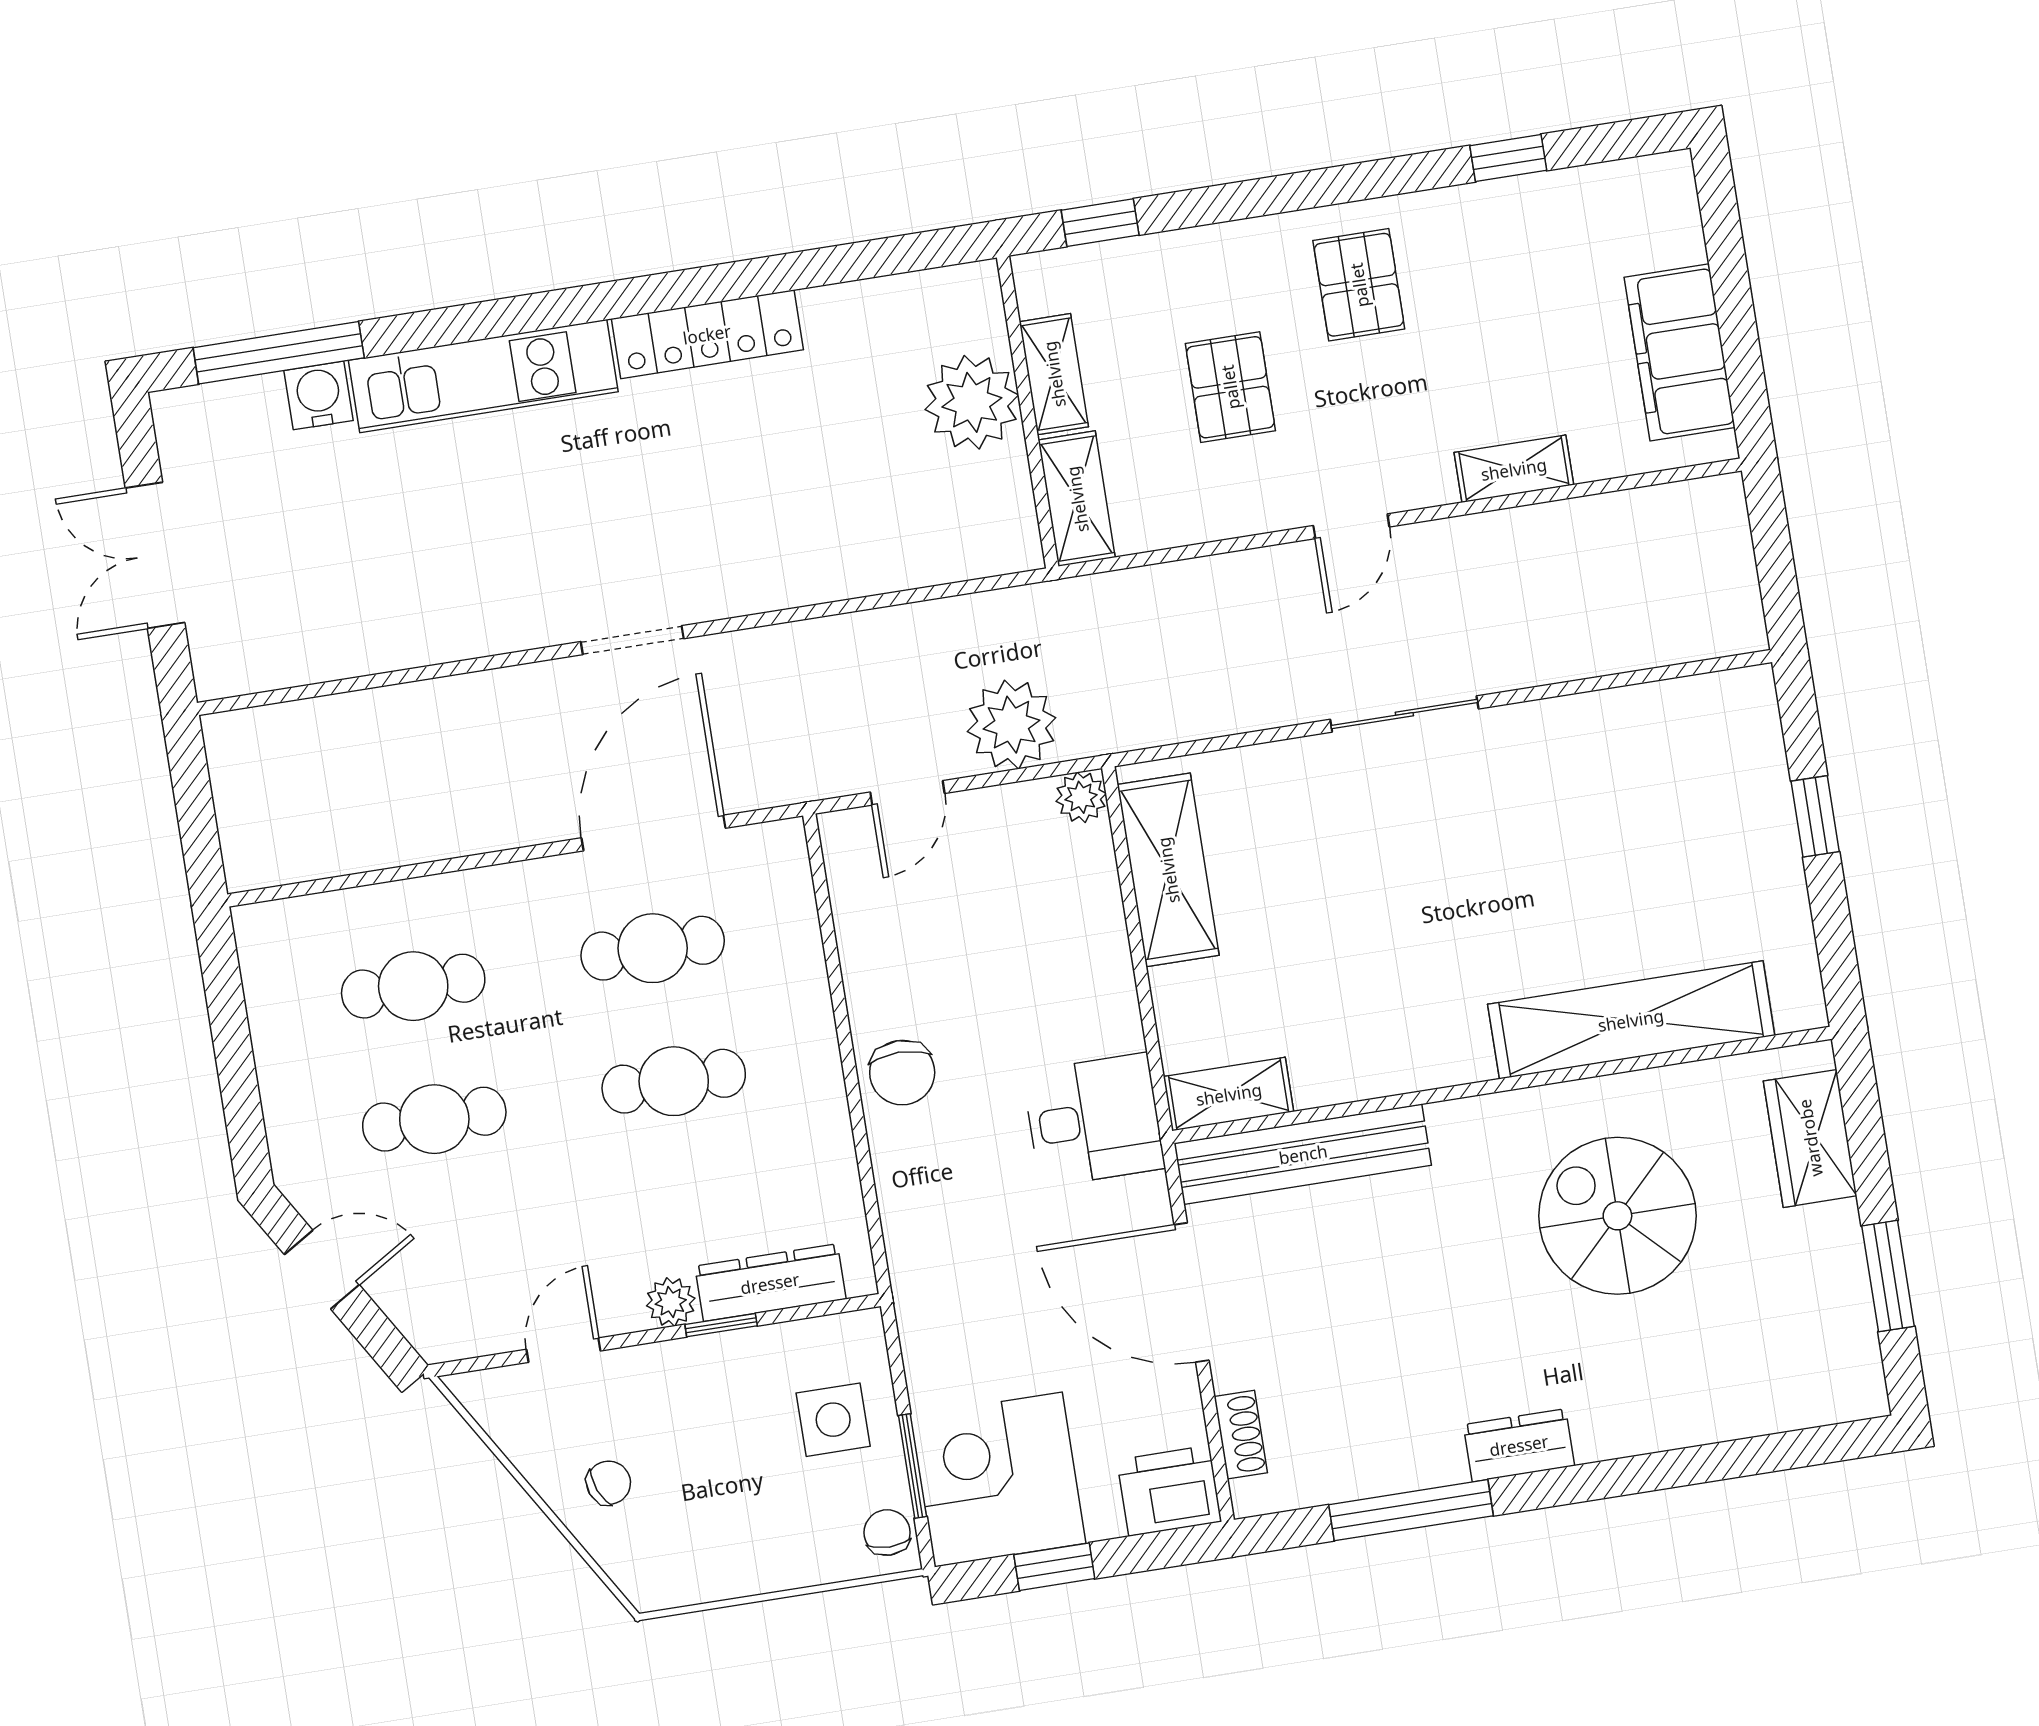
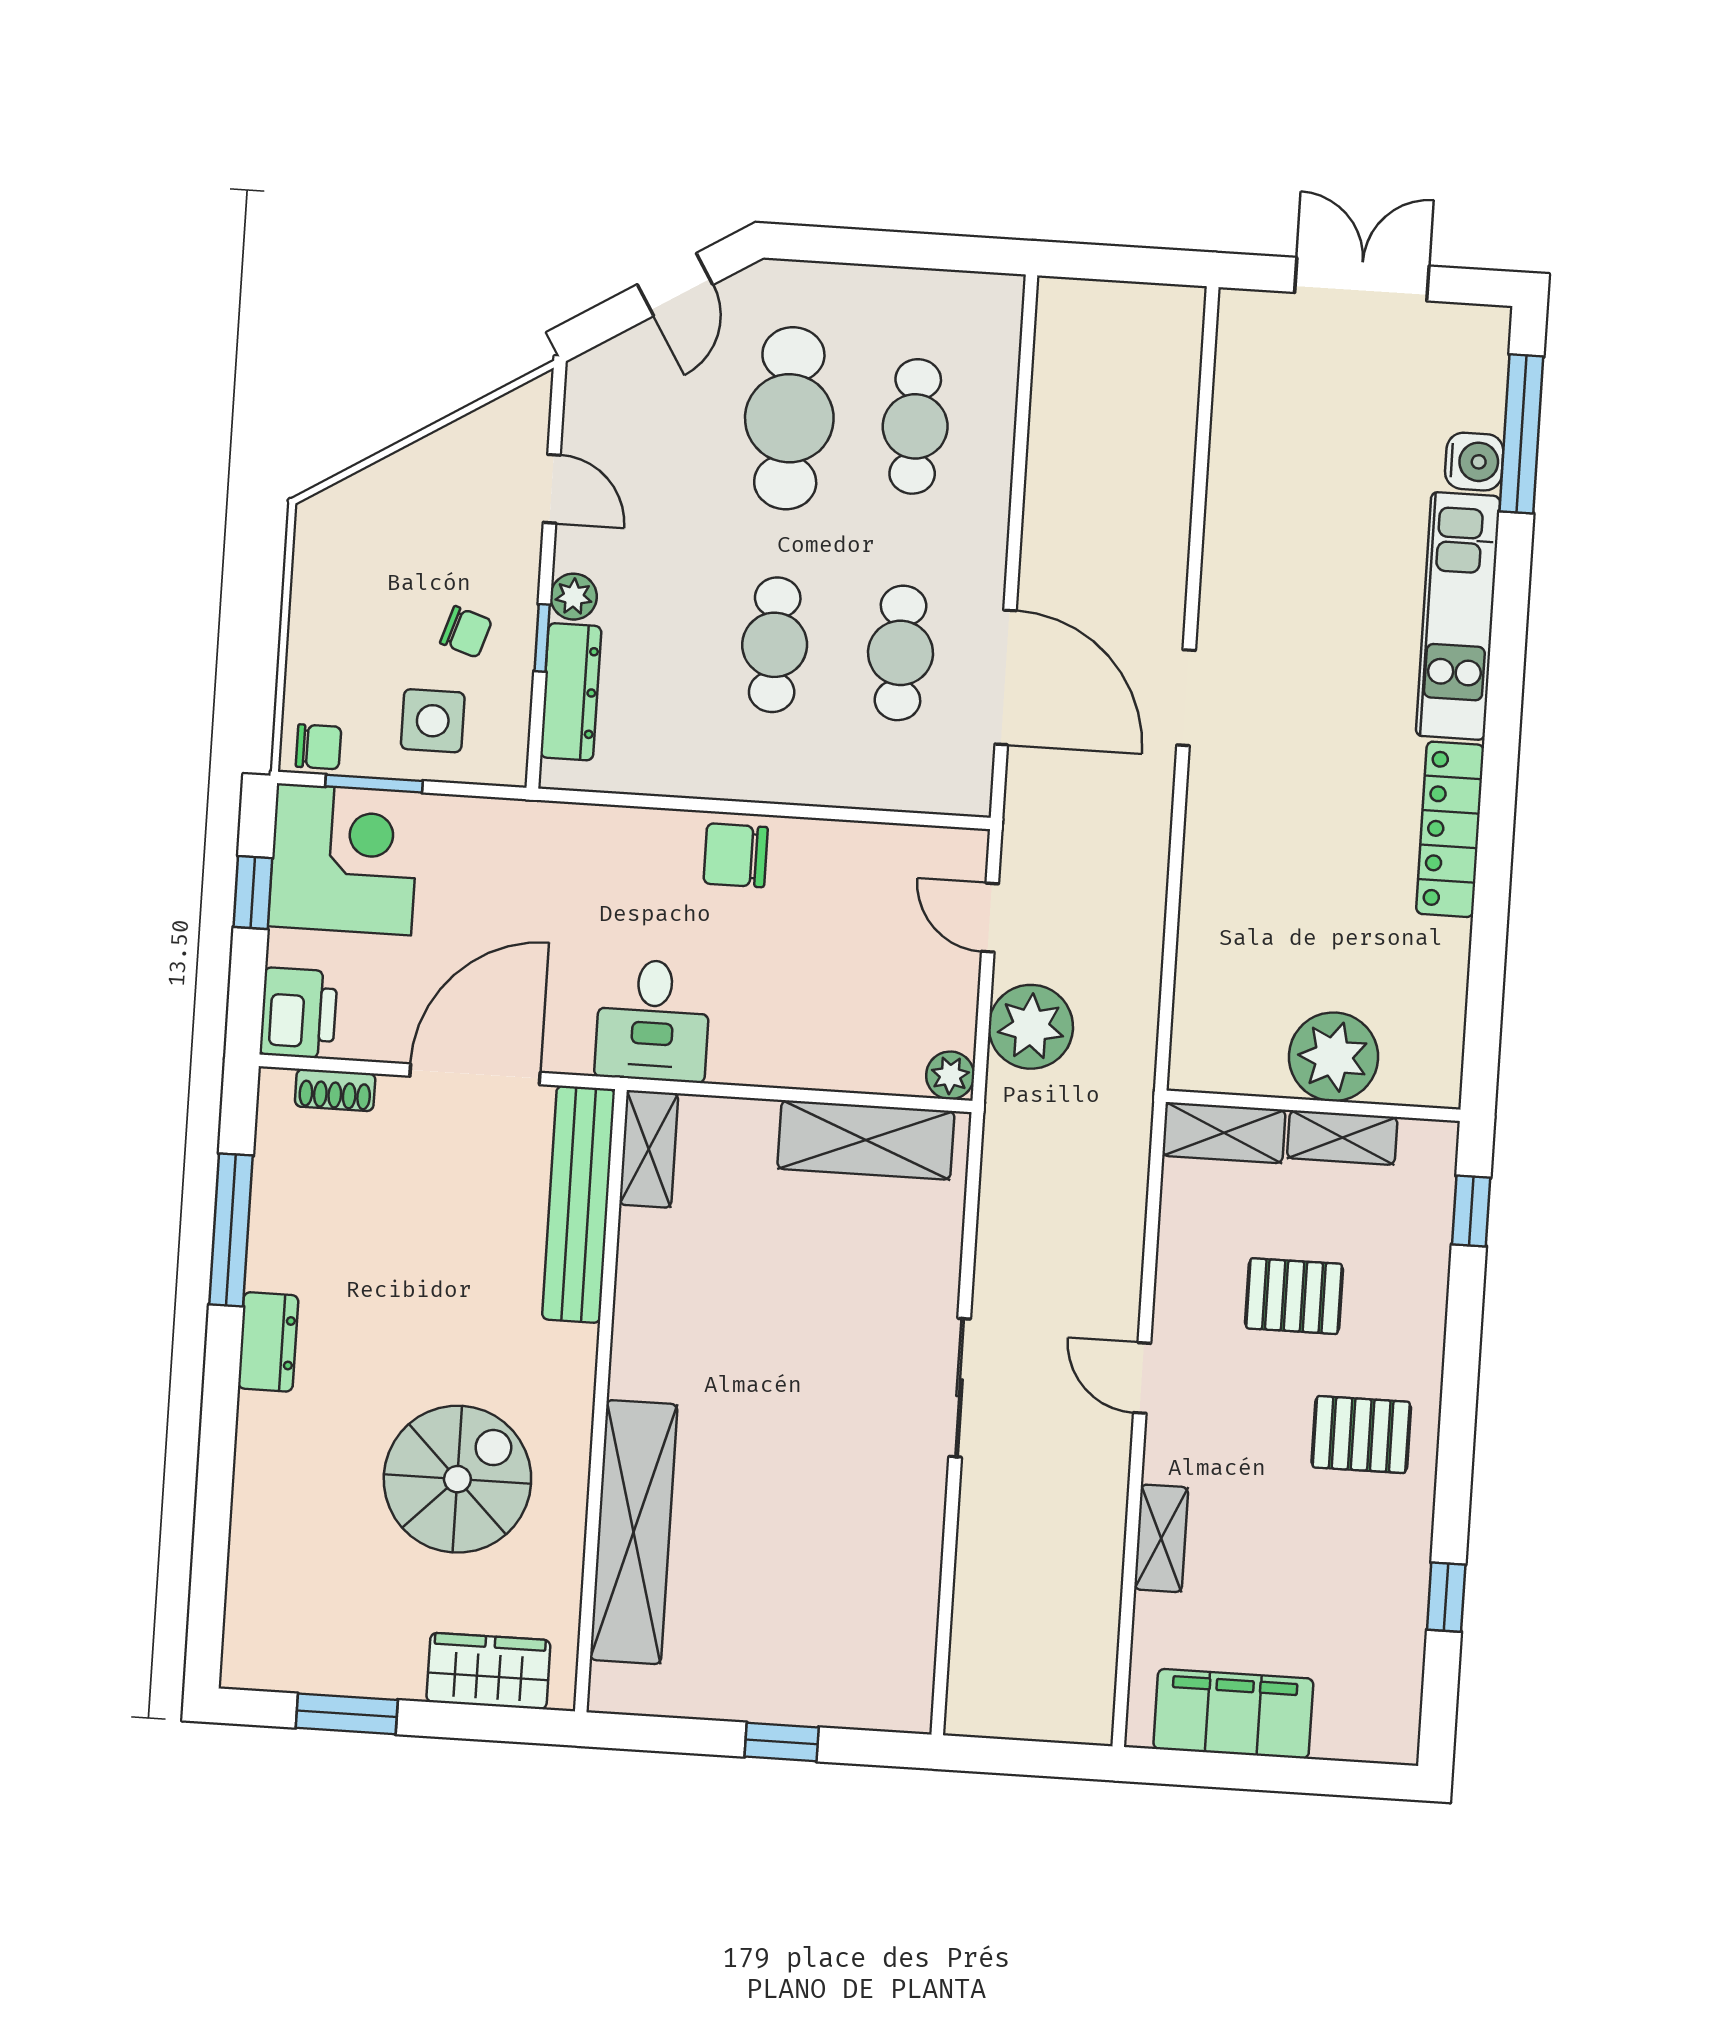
cafe table: (434, 1119) -> (789, 418), width x1.37, depth x1.35
chair: (609, 1483) -> (466, 632), moved, turned -50

